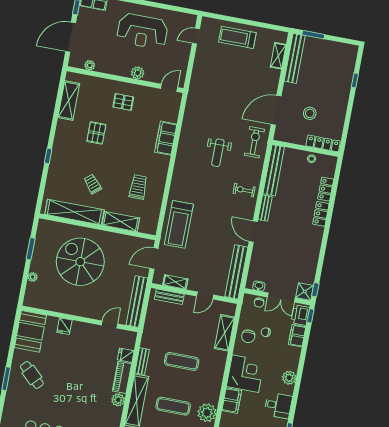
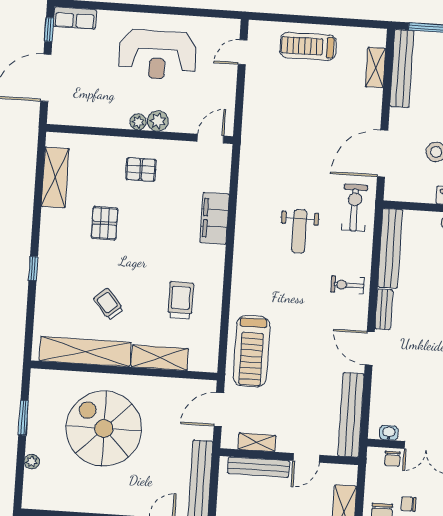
plant: (90, 65) -> (138, 122), moved
bench: (169, 297) -> (258, 467), width x1.36

